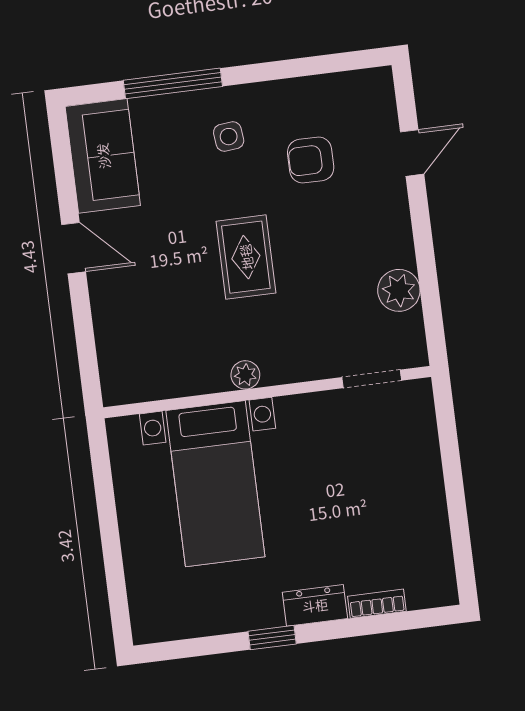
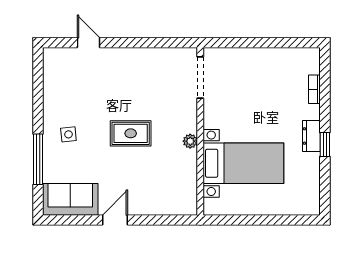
armchair: (311, 160) -> (86, 94), removed
plant: (399, 290) -> (157, 58), removed
doorway: (372, 379) -> (200, 77), width x1.38
dresser: (315, 605) -> (311, 136), moved

